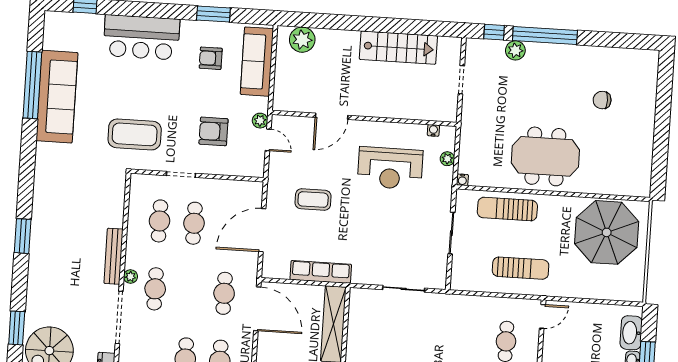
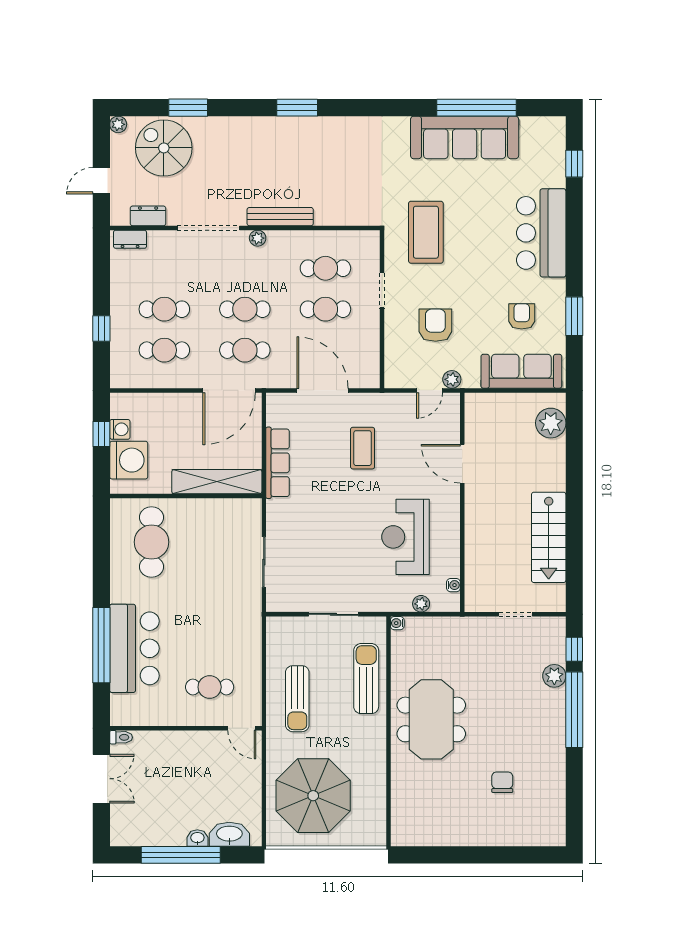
parasol: (607, 232) -> (313, 796), moved
cafe table: (155, 289) -> (245, 309), moved

